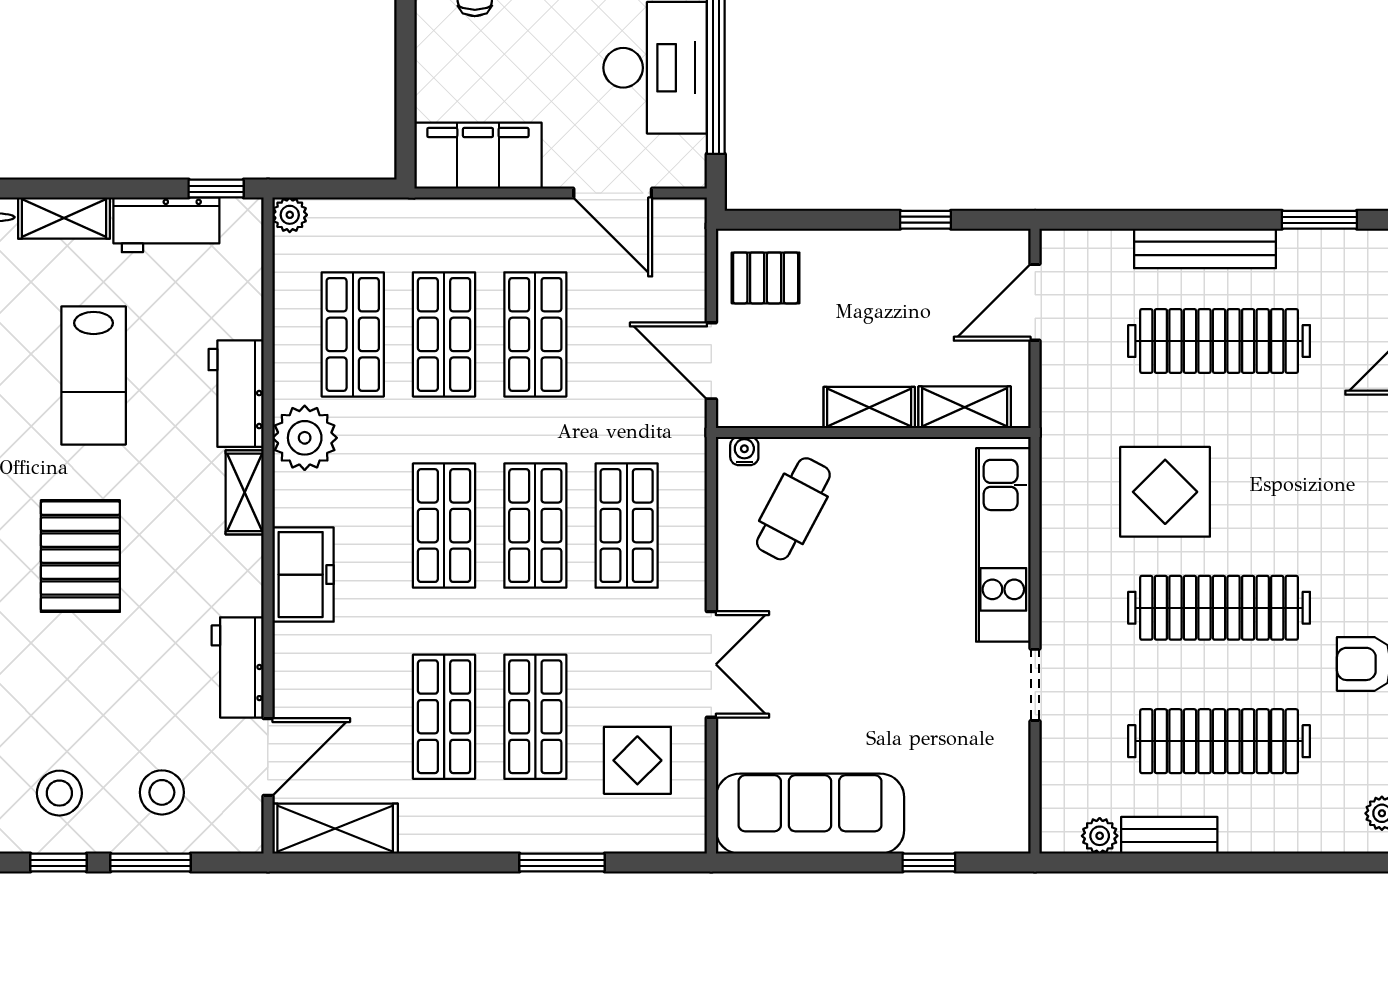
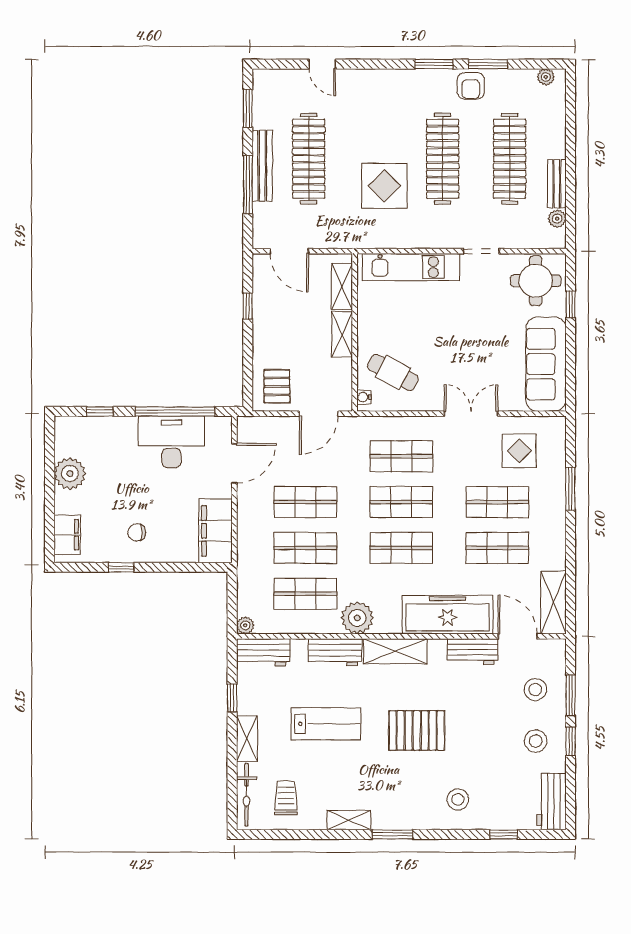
window: (216, 189) -> (232, 698), moved
window: (1167, 220) -> (248, 185), added
workbench: (166, 225) -> (263, 652), moved, turned 90
shelving: (245, 492) -> (395, 651), width x1.50, depth x1.33
freezer: (303, 575) -> (447, 615), width x1.91, depth x1.26
round table: (976, 793) -> (536, 281), added

